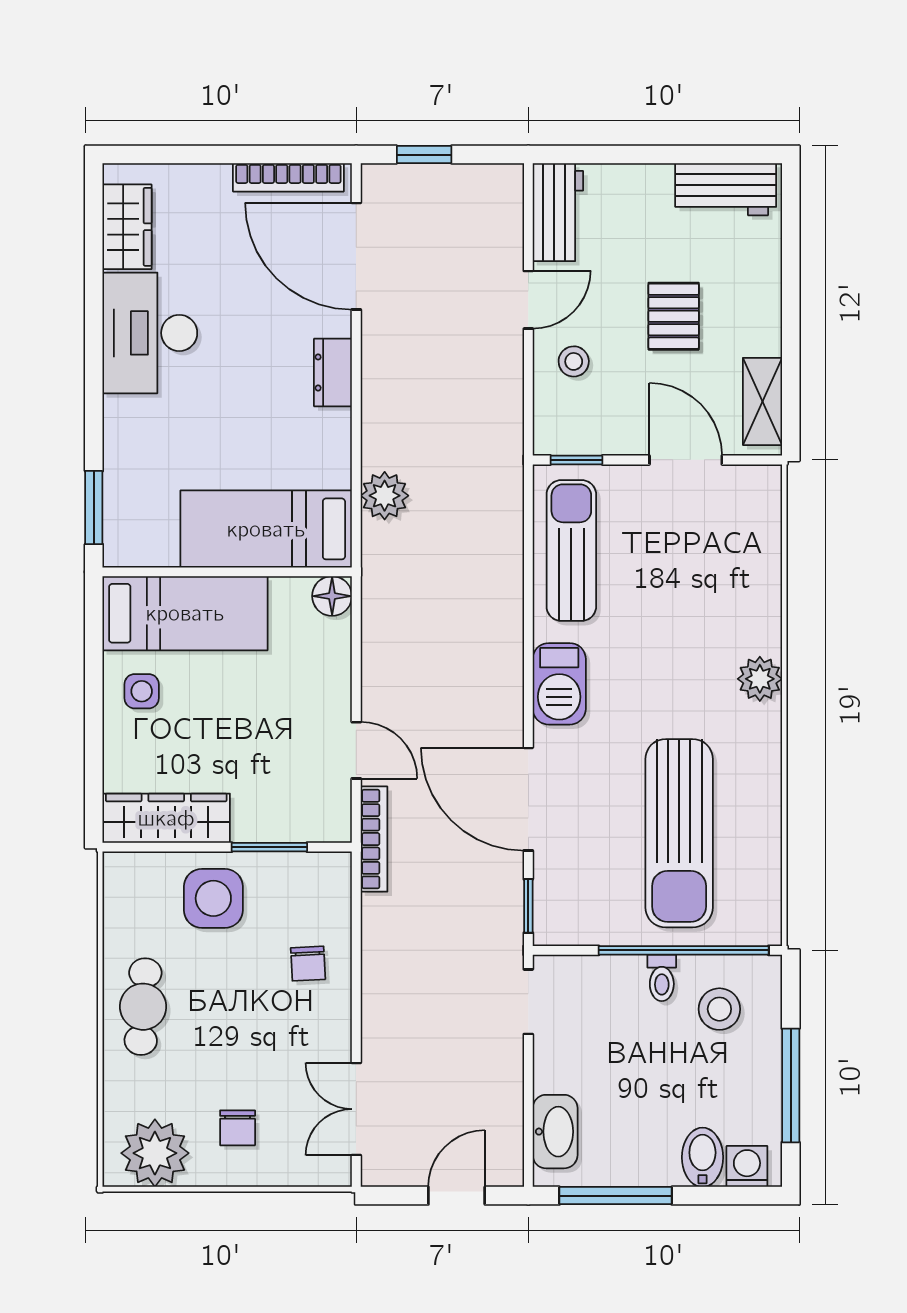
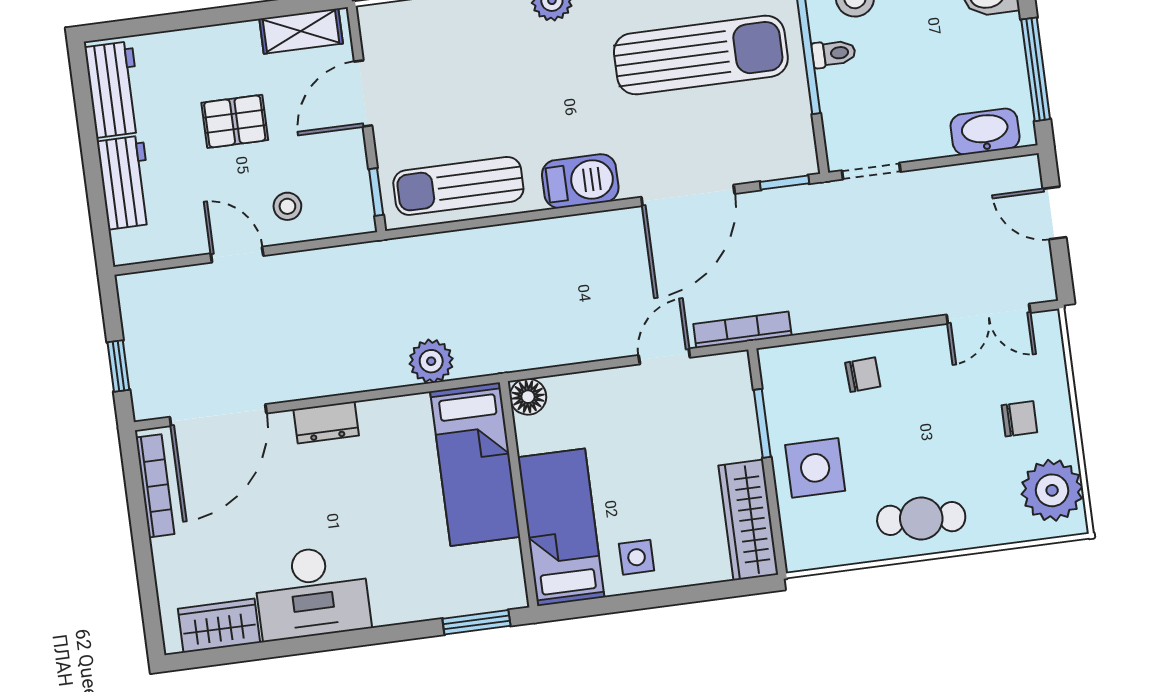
workbench: (558, 212) -> (125, 183), moved, turned 90

